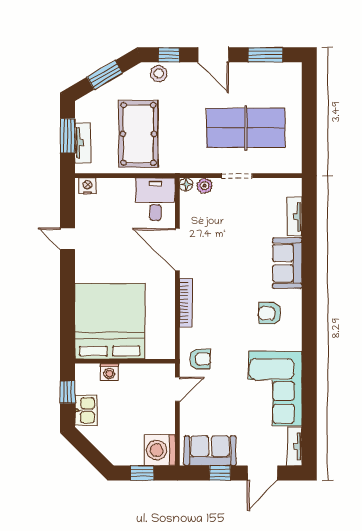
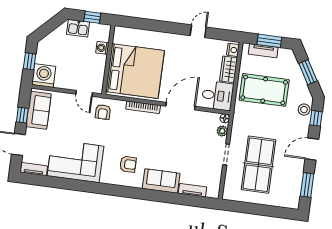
wardrobe: (116, 188) -> (229, 69), added
armchair: (270, 313) -> (128, 164), turned 90
bed: (110, 321) -> (135, 71), moved

